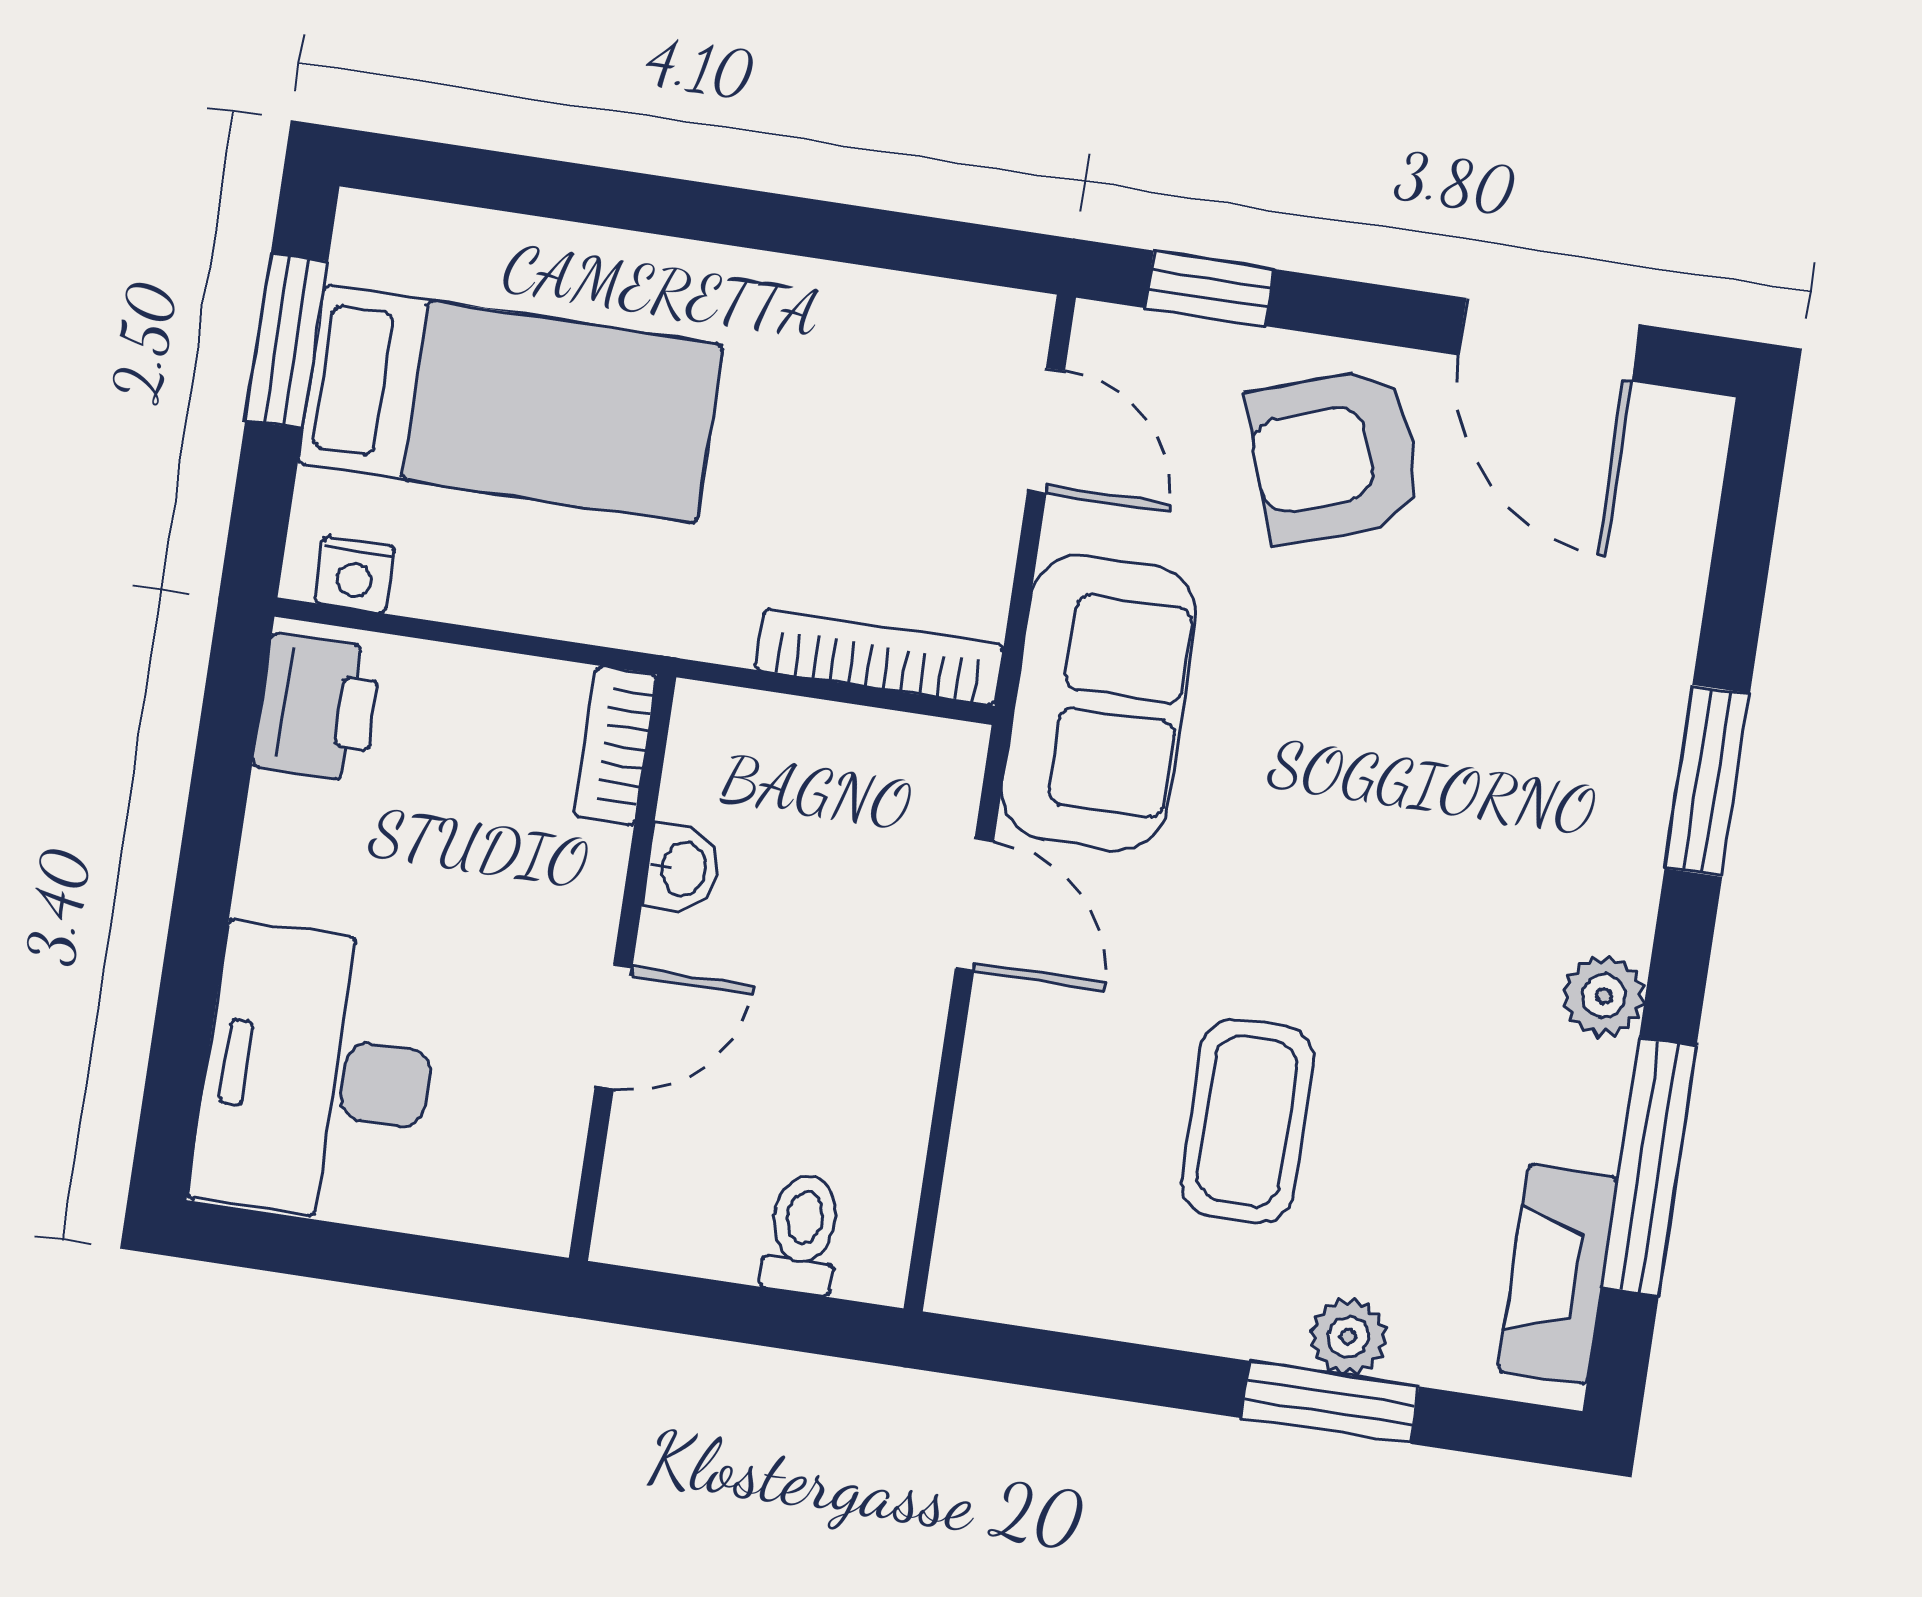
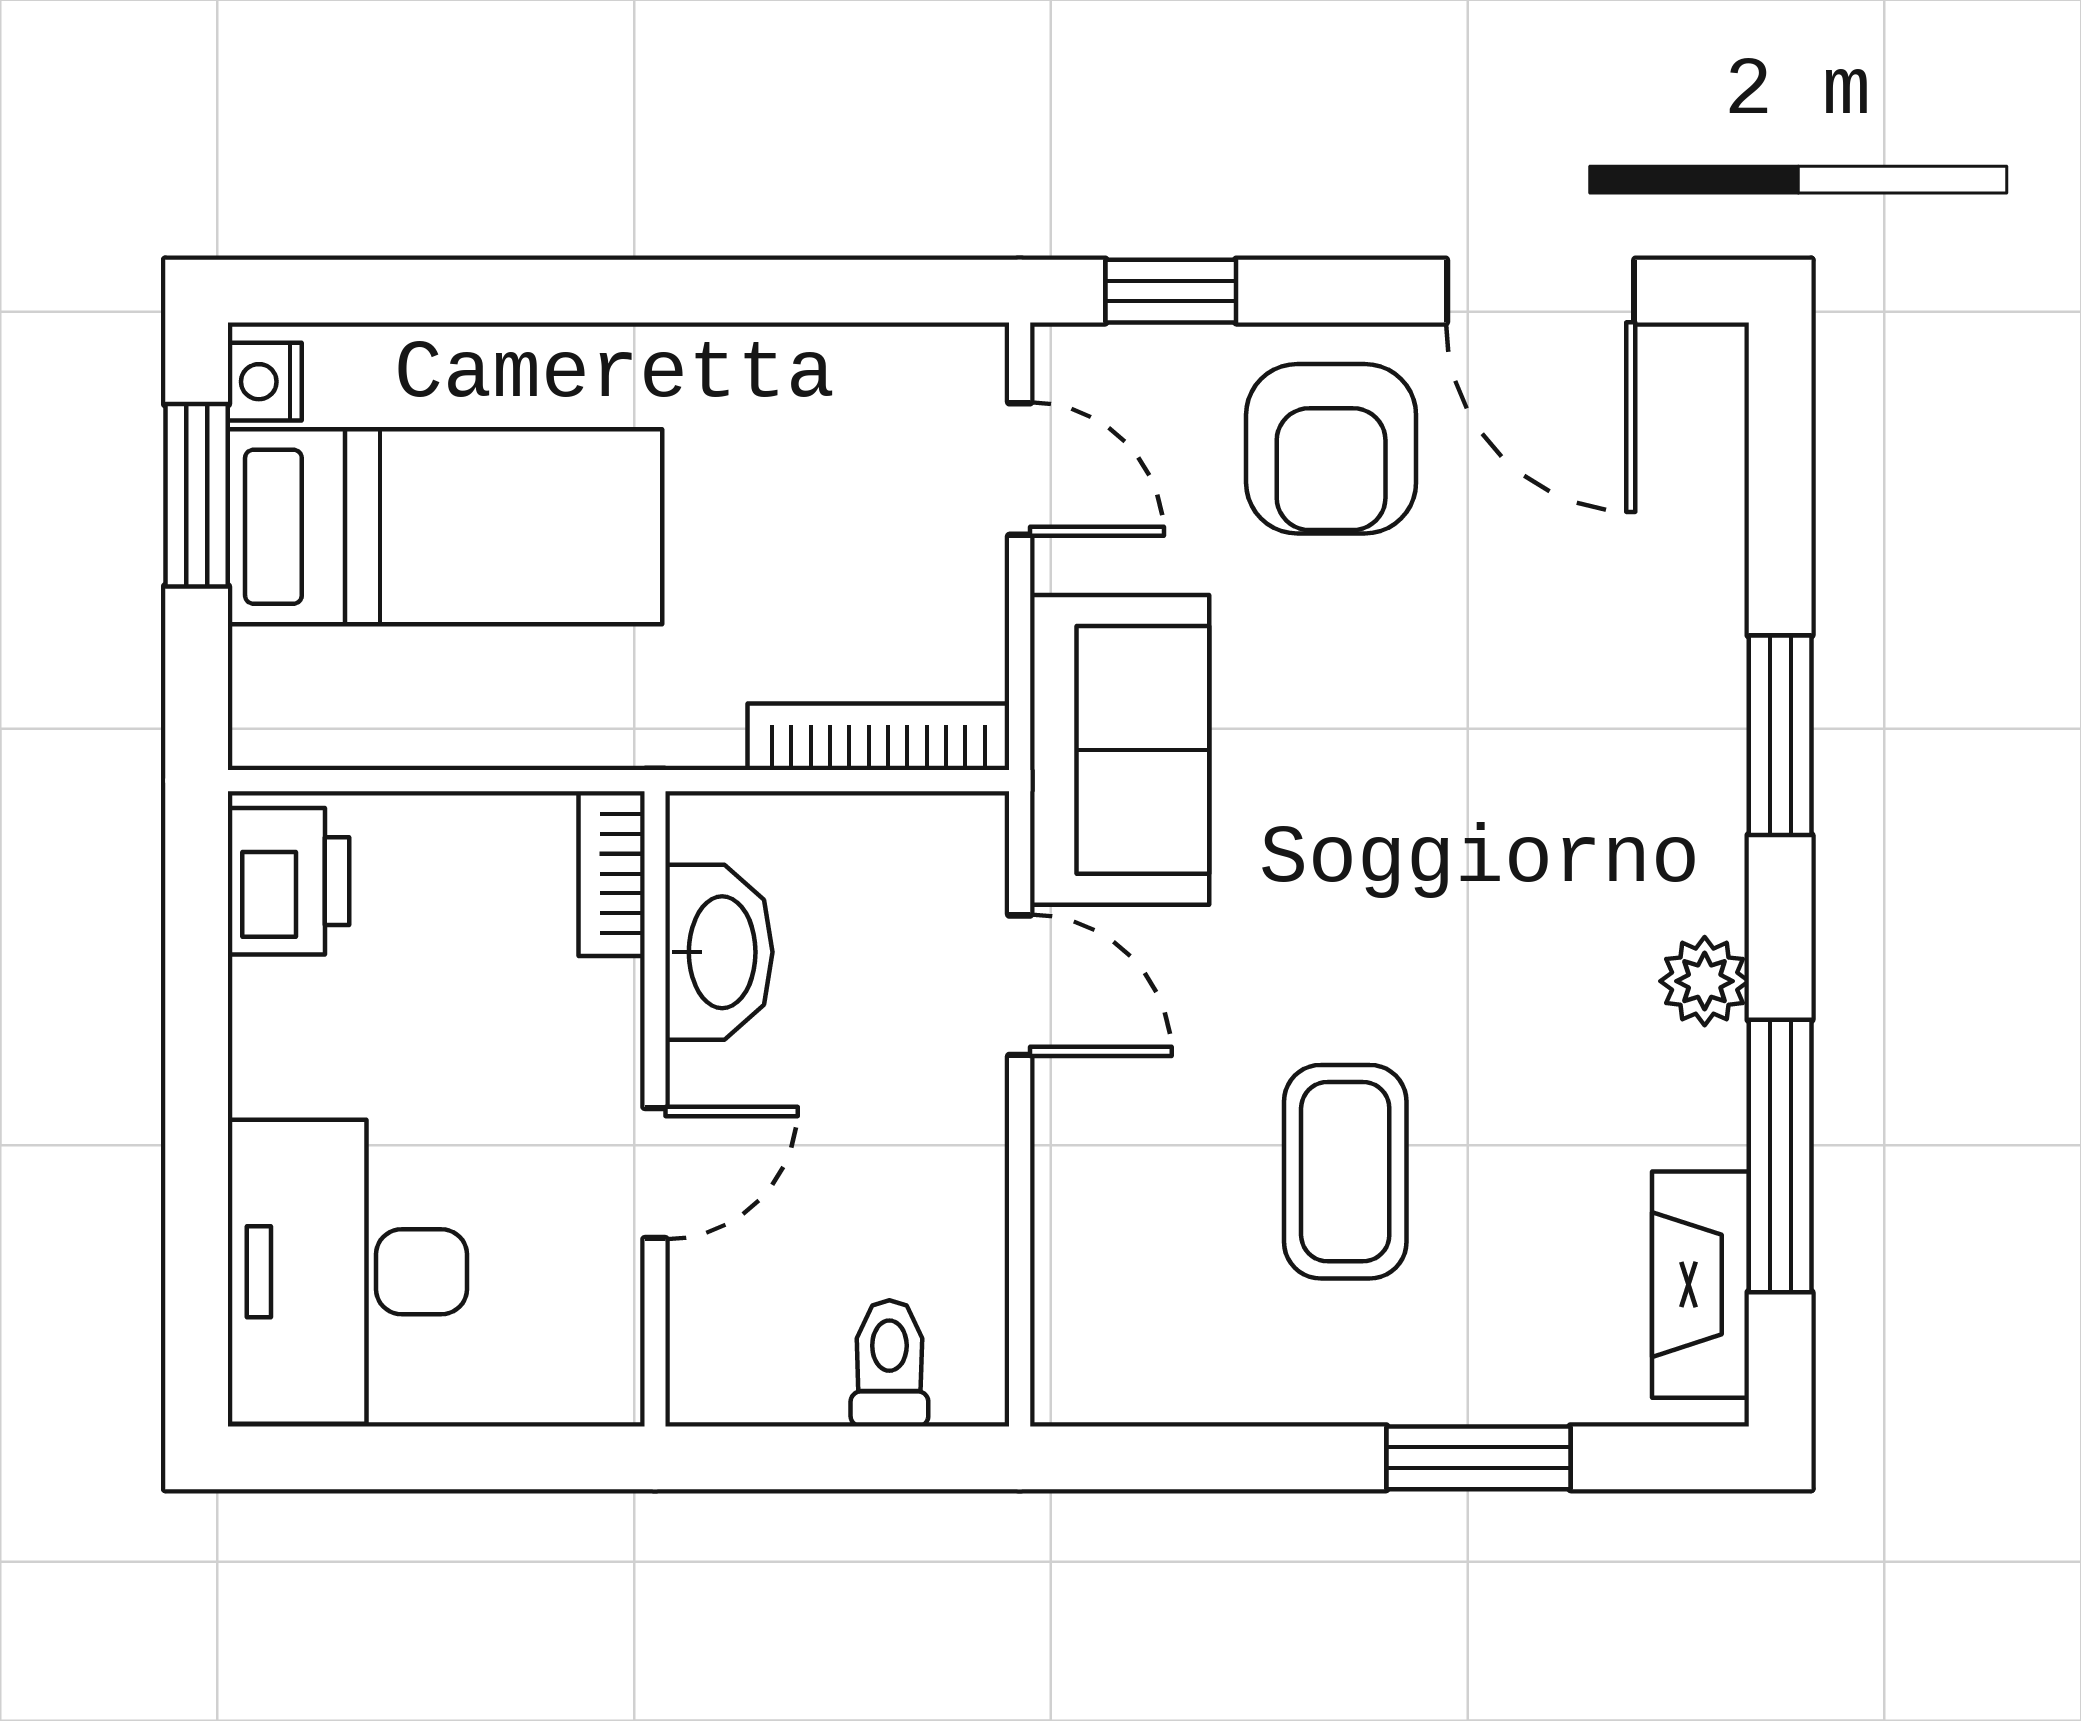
armchair: (1335, 455) -> (1331, 449), turned -71
nightstand: (355, 575) -> (265, 382), moved, turned 90
washbasin: (682, 869) -> (719, 952), width x1.91, depth x1.45
plant: (1348, 1337) -> (1487, 1385), removed

